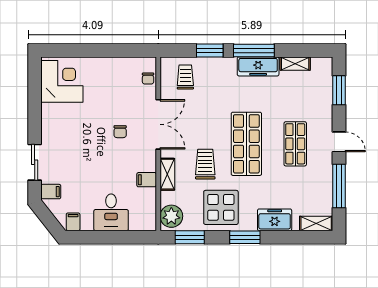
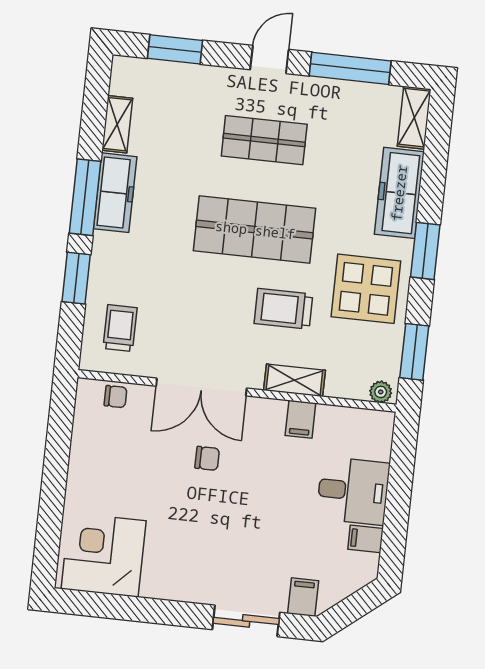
trolley: (185, 77) -> (120, 328), turned 90
double door: (158, 124) -> (201, 387), swing flipped
plant: (171, 216) -> (381, 392), width x0.53, depth x0.53
freezer: (275, 220) -> (399, 193), width x1.40
filing cabinet: (73, 222) -> (366, 539), moved

